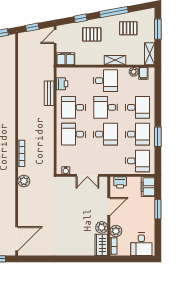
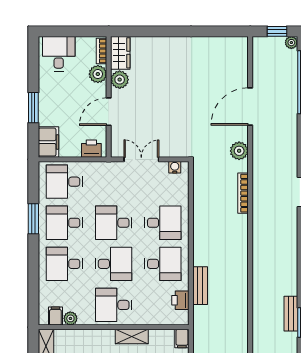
filing cabinet: (66, 59) -> (182, 339), width x0.50
shelving: (115, 60) -> (132, 337), moved
door: (17, 239) -> (250, 107), moved

